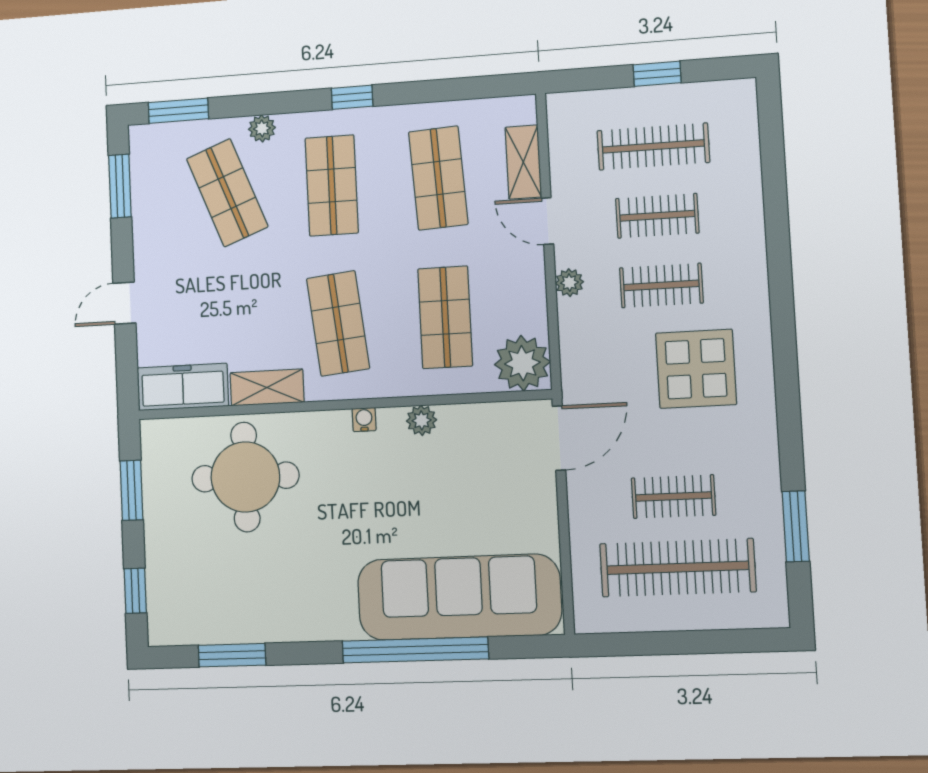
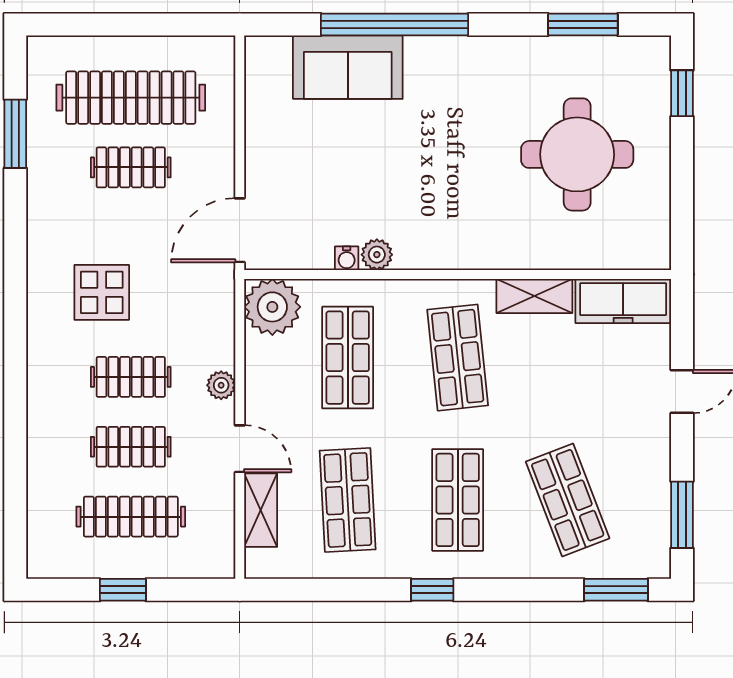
plant: (262, 128) -> (528, 564), removed
display table: (696, 369) -> (102, 292), width x0.73, depth x0.73
water cooler: (364, 419) -> (347, 258), moved
round table: (245, 477) -> (577, 154), moved
window: (131, 490) -> (682, 197), removed
sofa: (459, 597) -> (348, 67), width x0.54, depth x0.79

